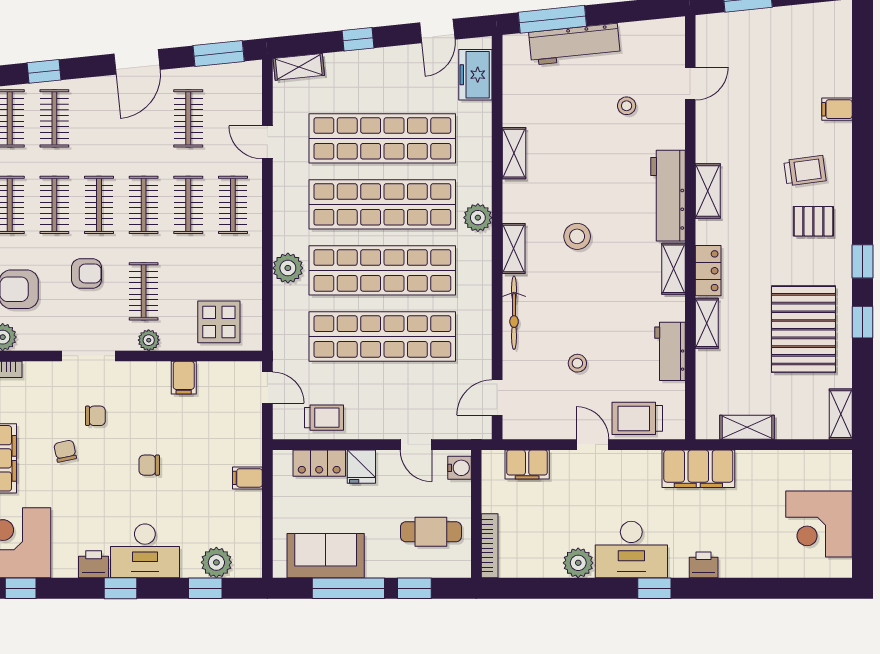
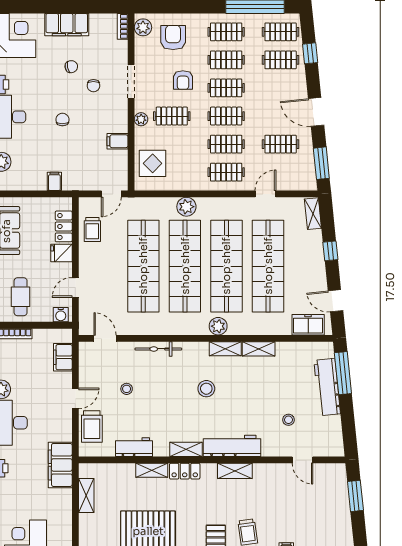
shelving: (514, 249) -> (225, 349), moved
trolley: (637, 418) -> (92, 427), turned 180

